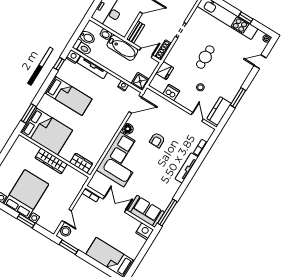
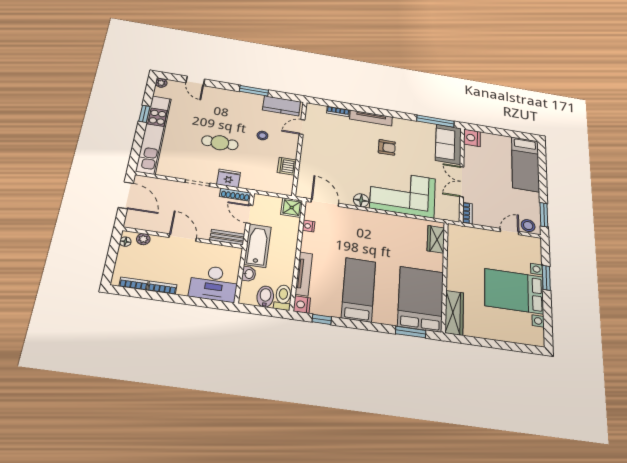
fridge: (165, 71) -> (229, 178), moved
armchair: (157, 140) -> (387, 147), moved
wardrobe: (51, 161) -> (454, 313), moved

